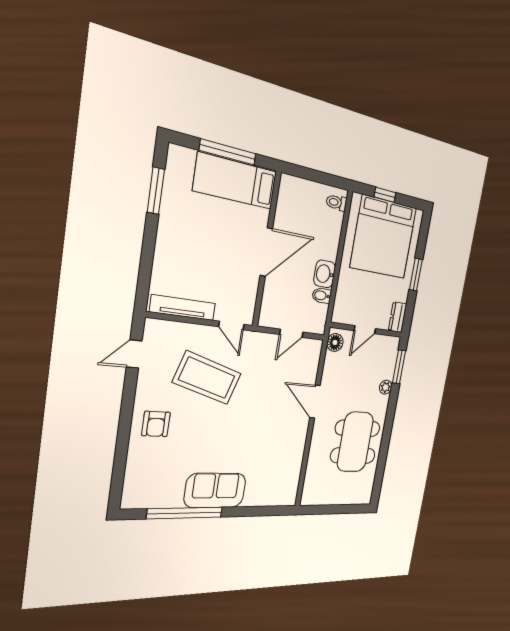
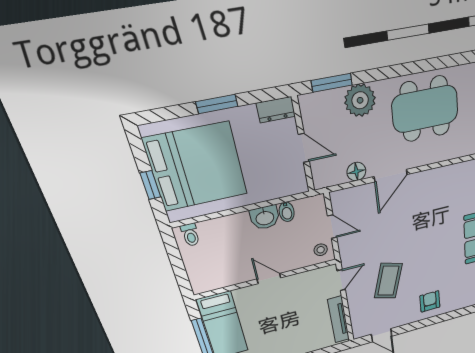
door: (266, 252) -> (269, 278), width x0.53
stool: (274, 315) -> (321, 250), added
floor lamp: (335, 342) -> (356, 172), moved
coffee table: (207, 378) -> (388, 281), width x0.73, depth x0.76
plant: (386, 387) -> (360, 100), width x1.87, depth x1.87
armchair: (156, 424) -> (430, 301), turned -90

